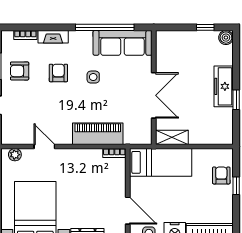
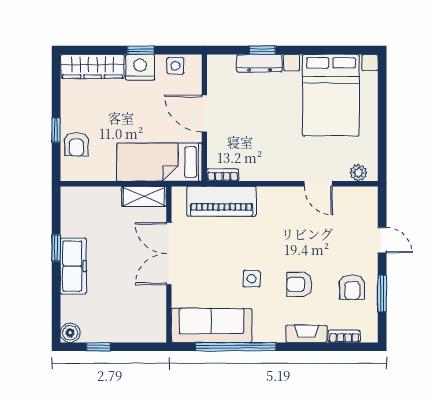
armchair: (20, 71) -> (352, 287), turned 90
armchair: (58, 73) -> (299, 284), turned 90
piano: (98, 134) -> (221, 201), moved
door: (128, 211) -> (204, 113), moved

